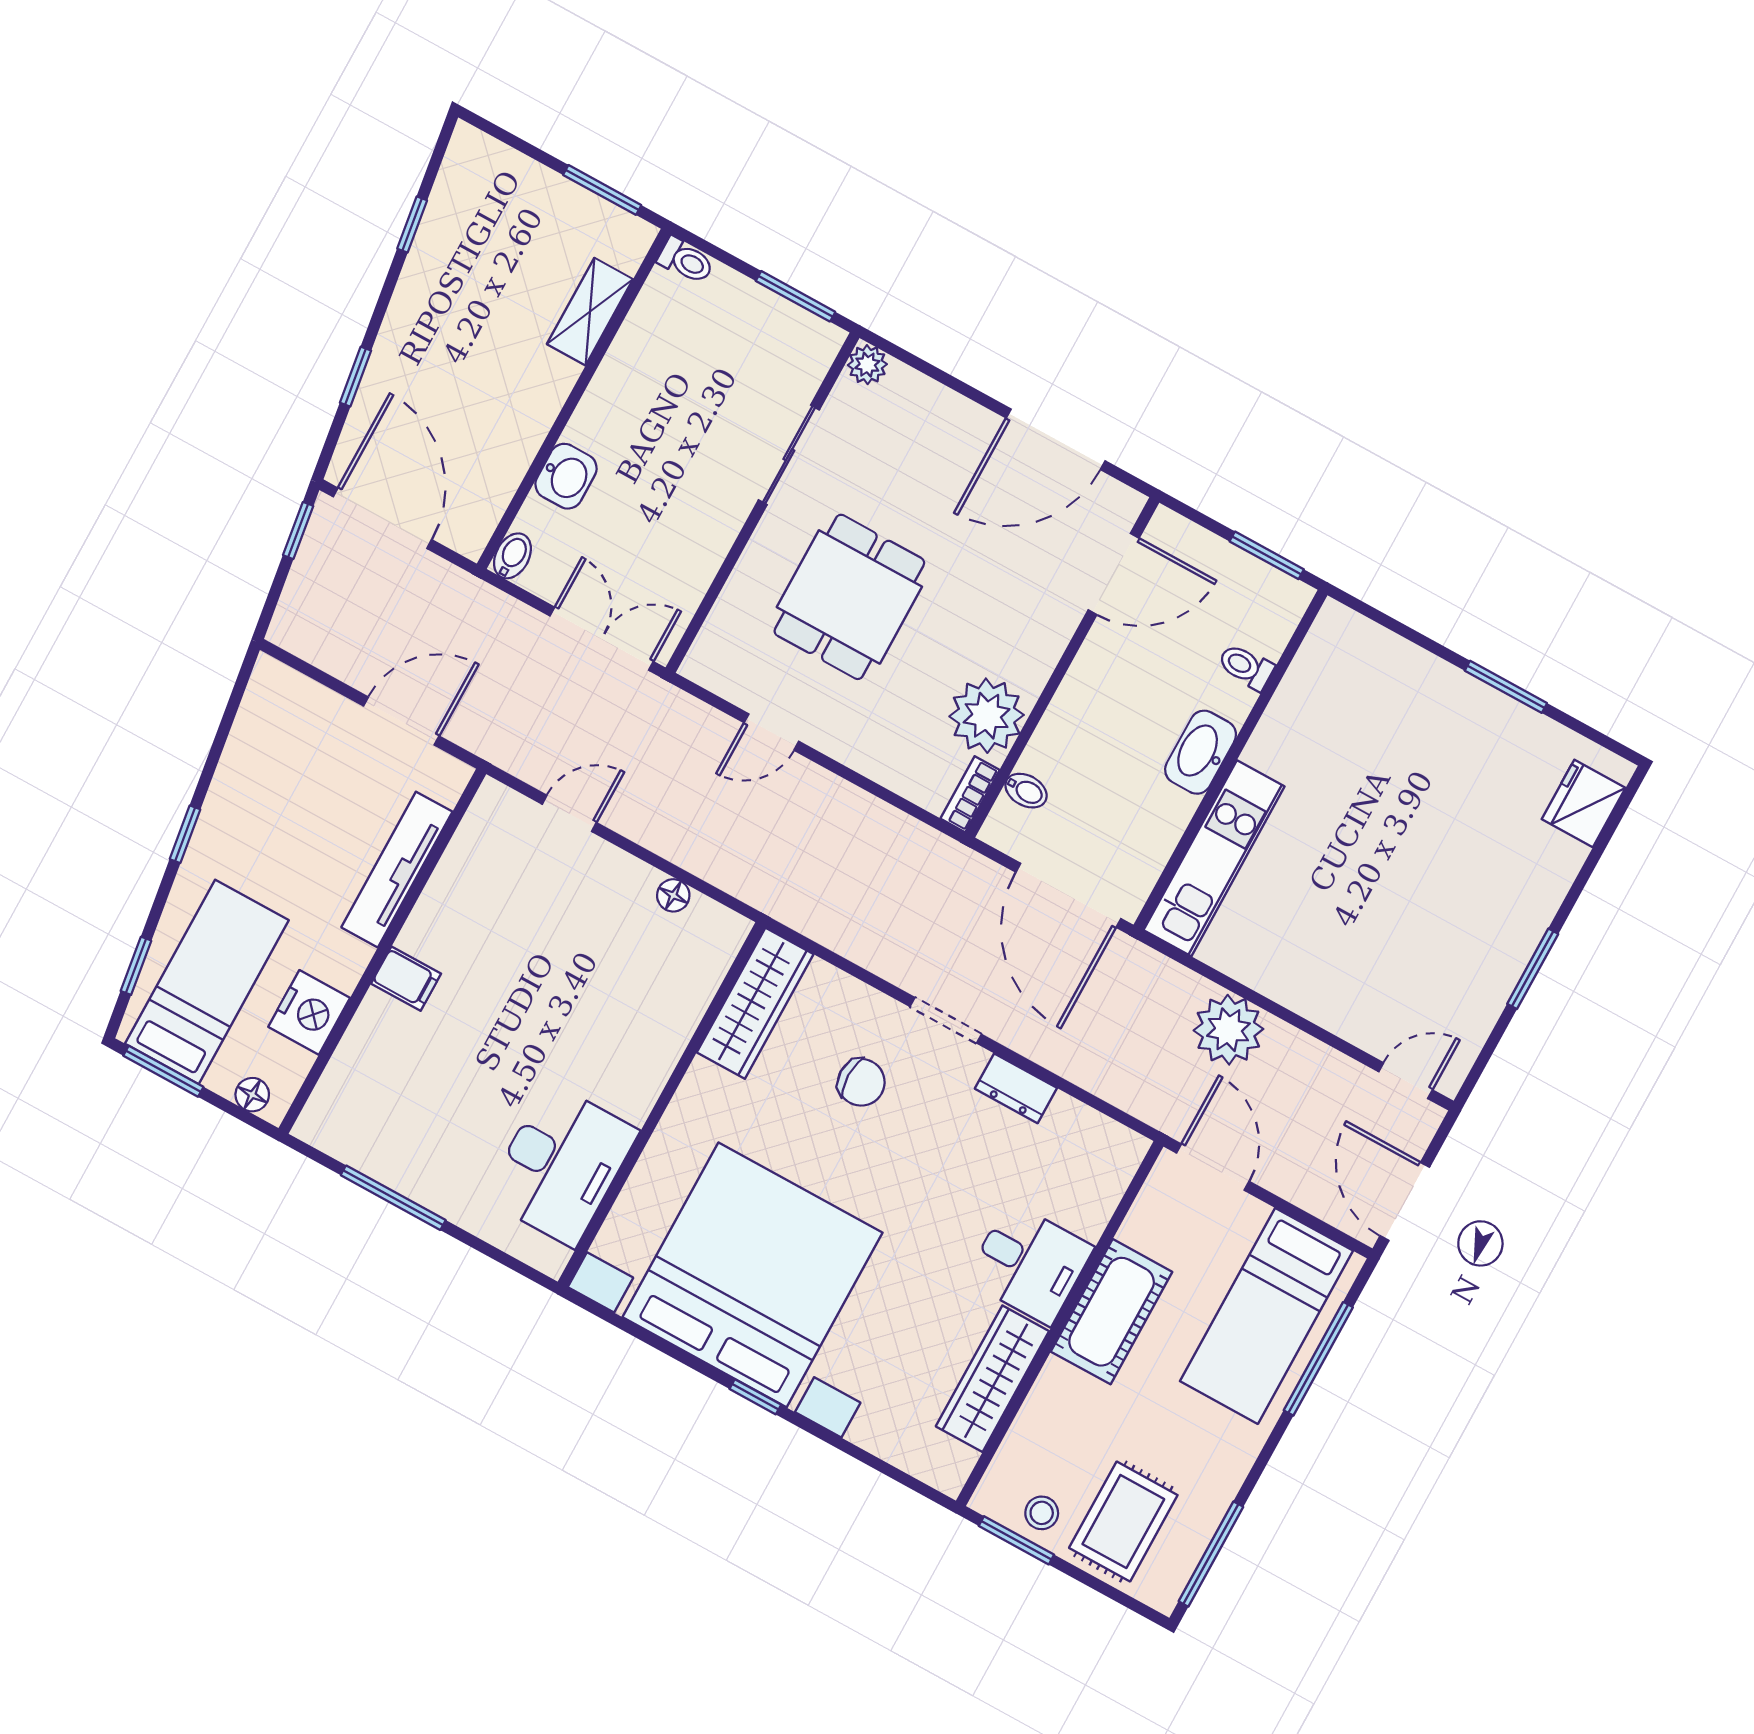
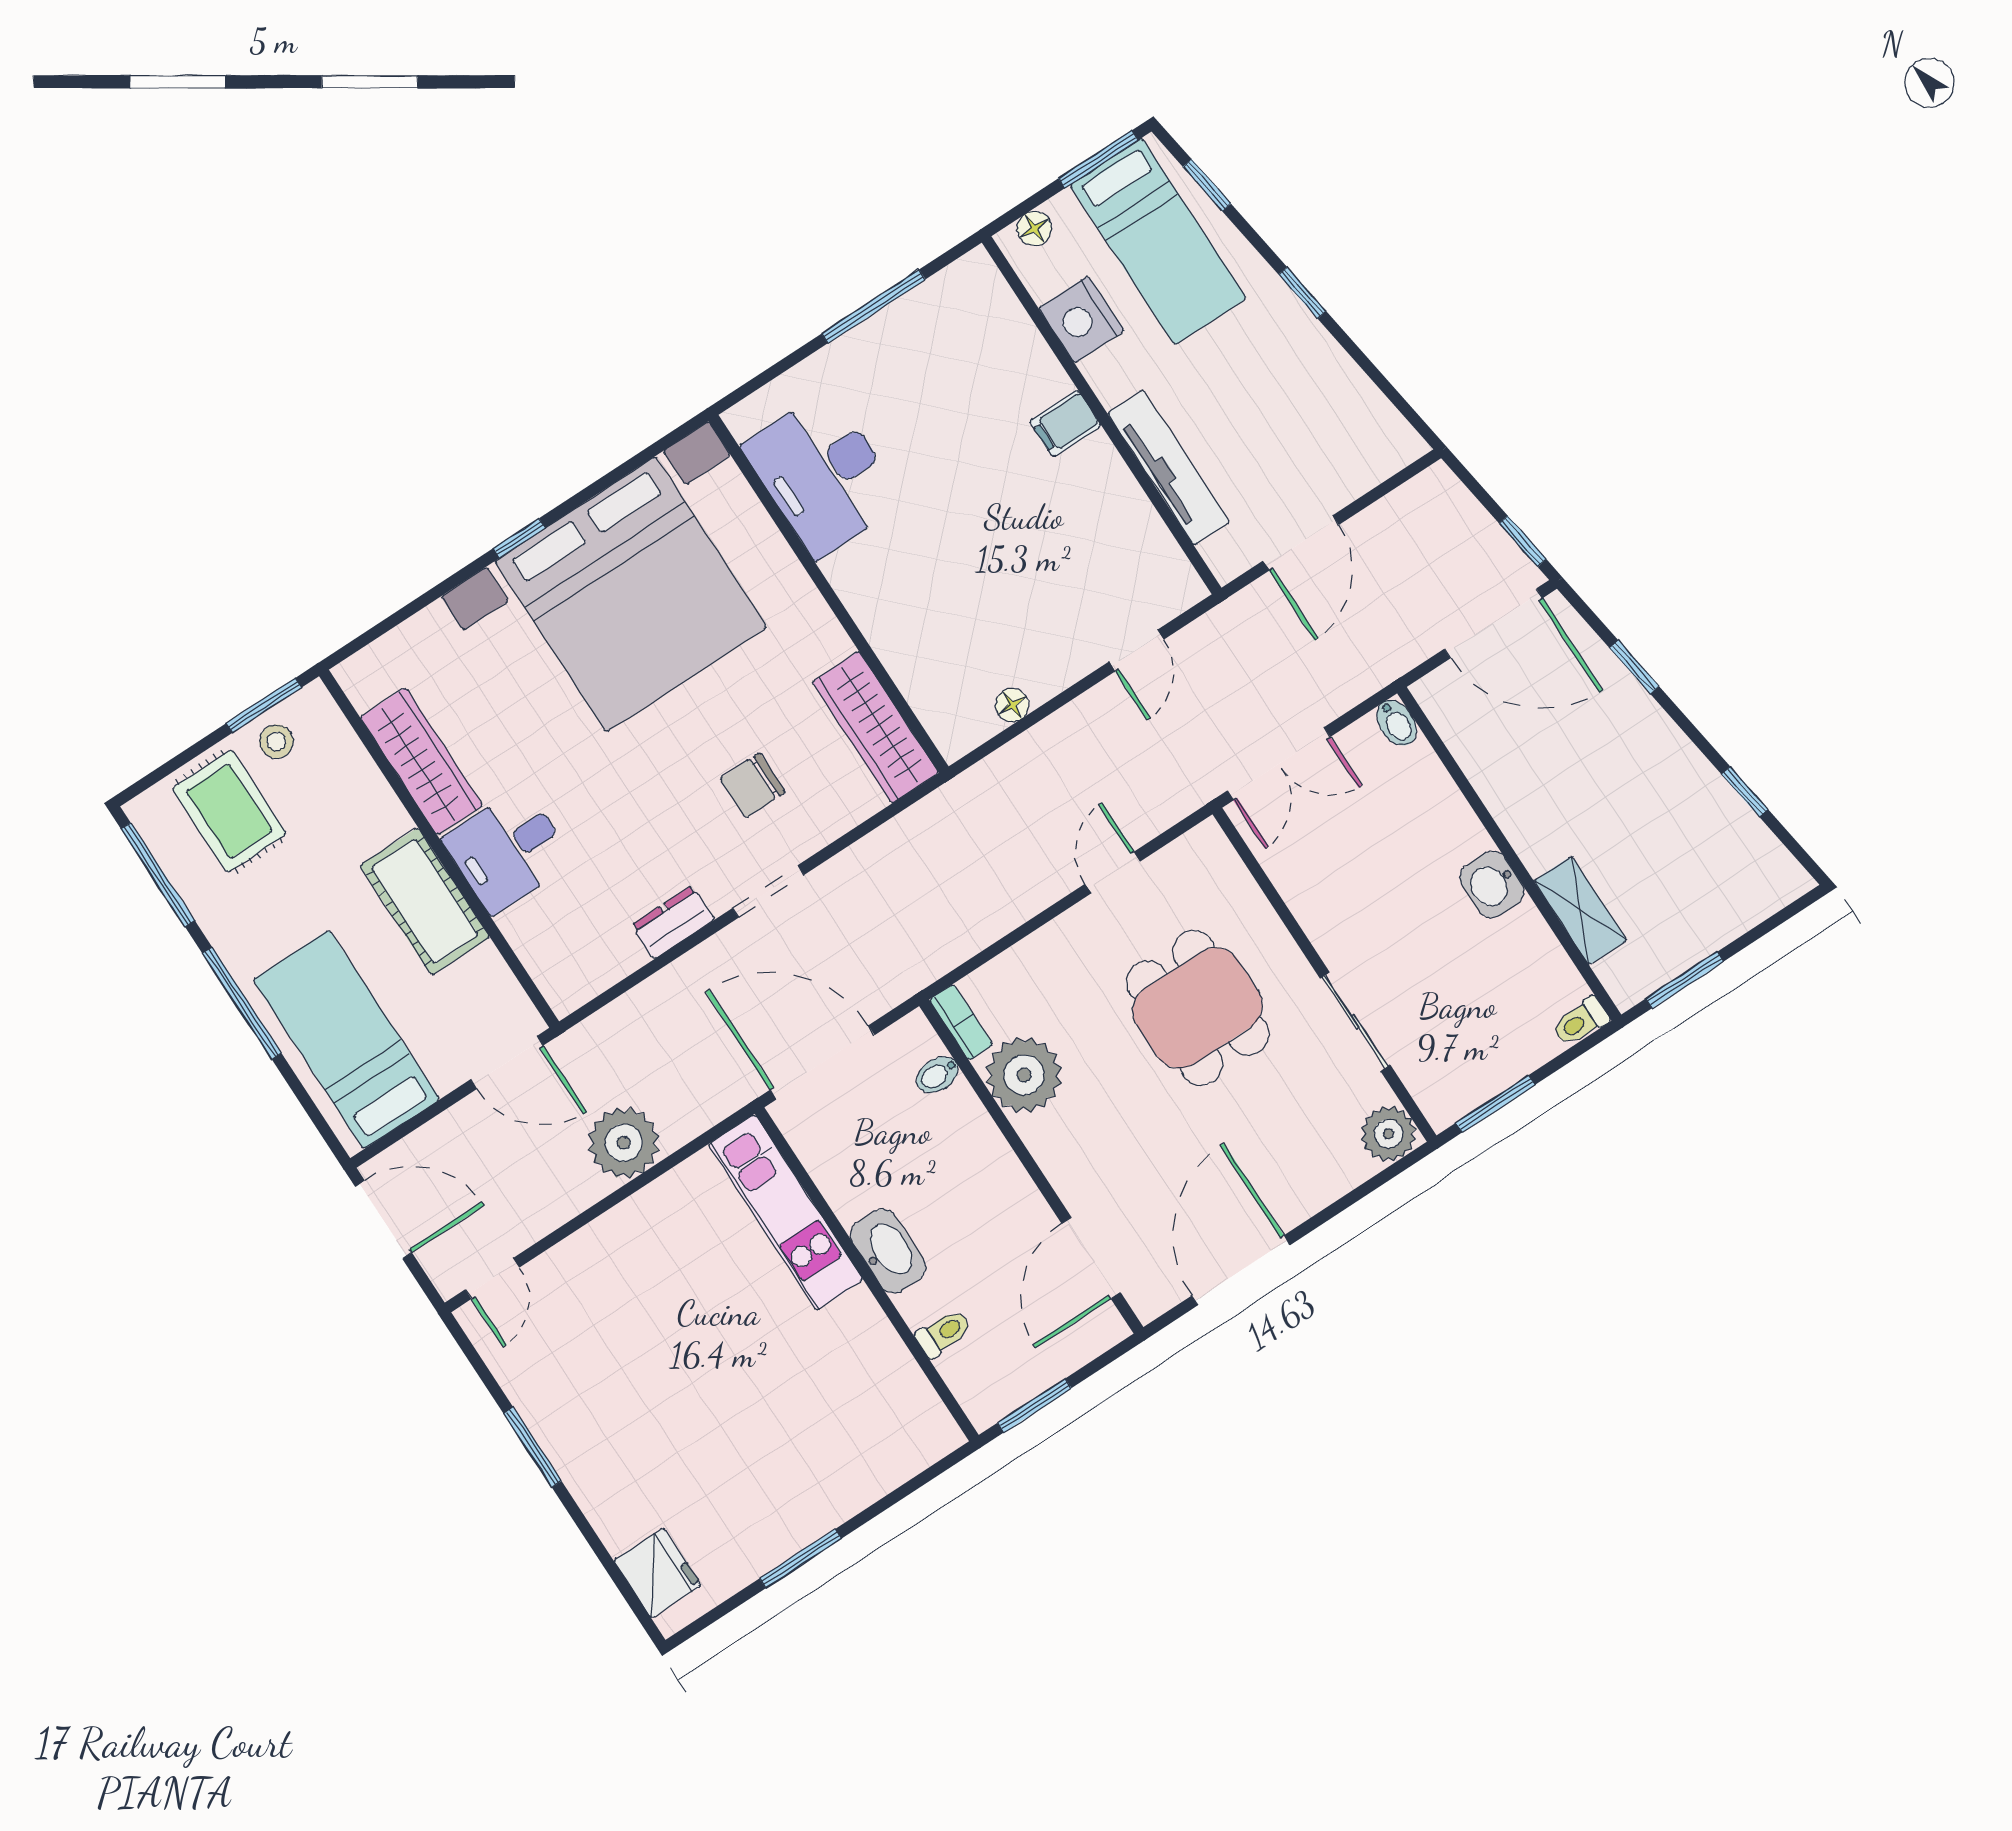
plant: (867, 365) -> (1388, 1134), width x1.38, depth x1.38
washbasin: (566, 476) -> (1492, 884), moved
window: (1318, 1359) -> (242, 1003), moved

